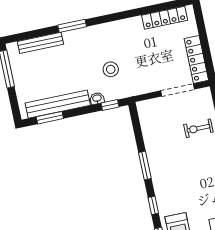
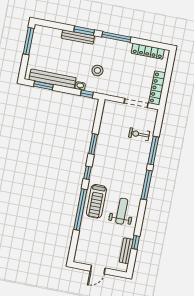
window: (117, 16) -> (116, 37), added
bench: (40, 43) -> (78, 37), moved

